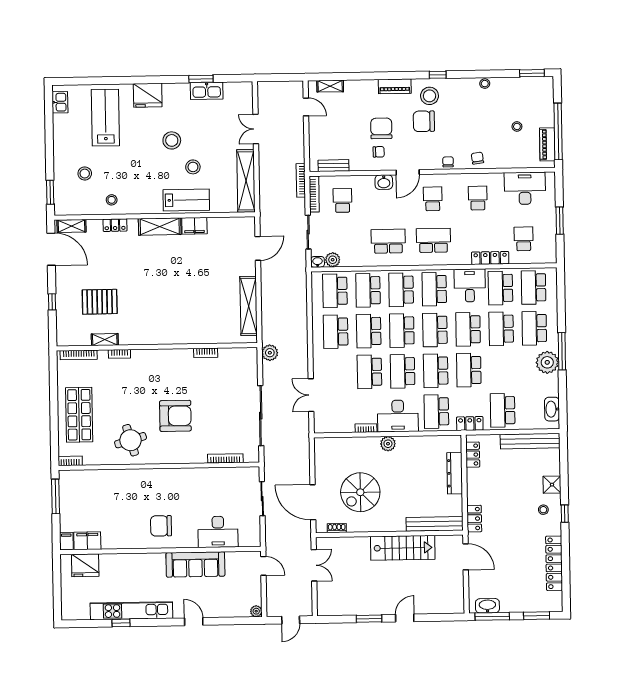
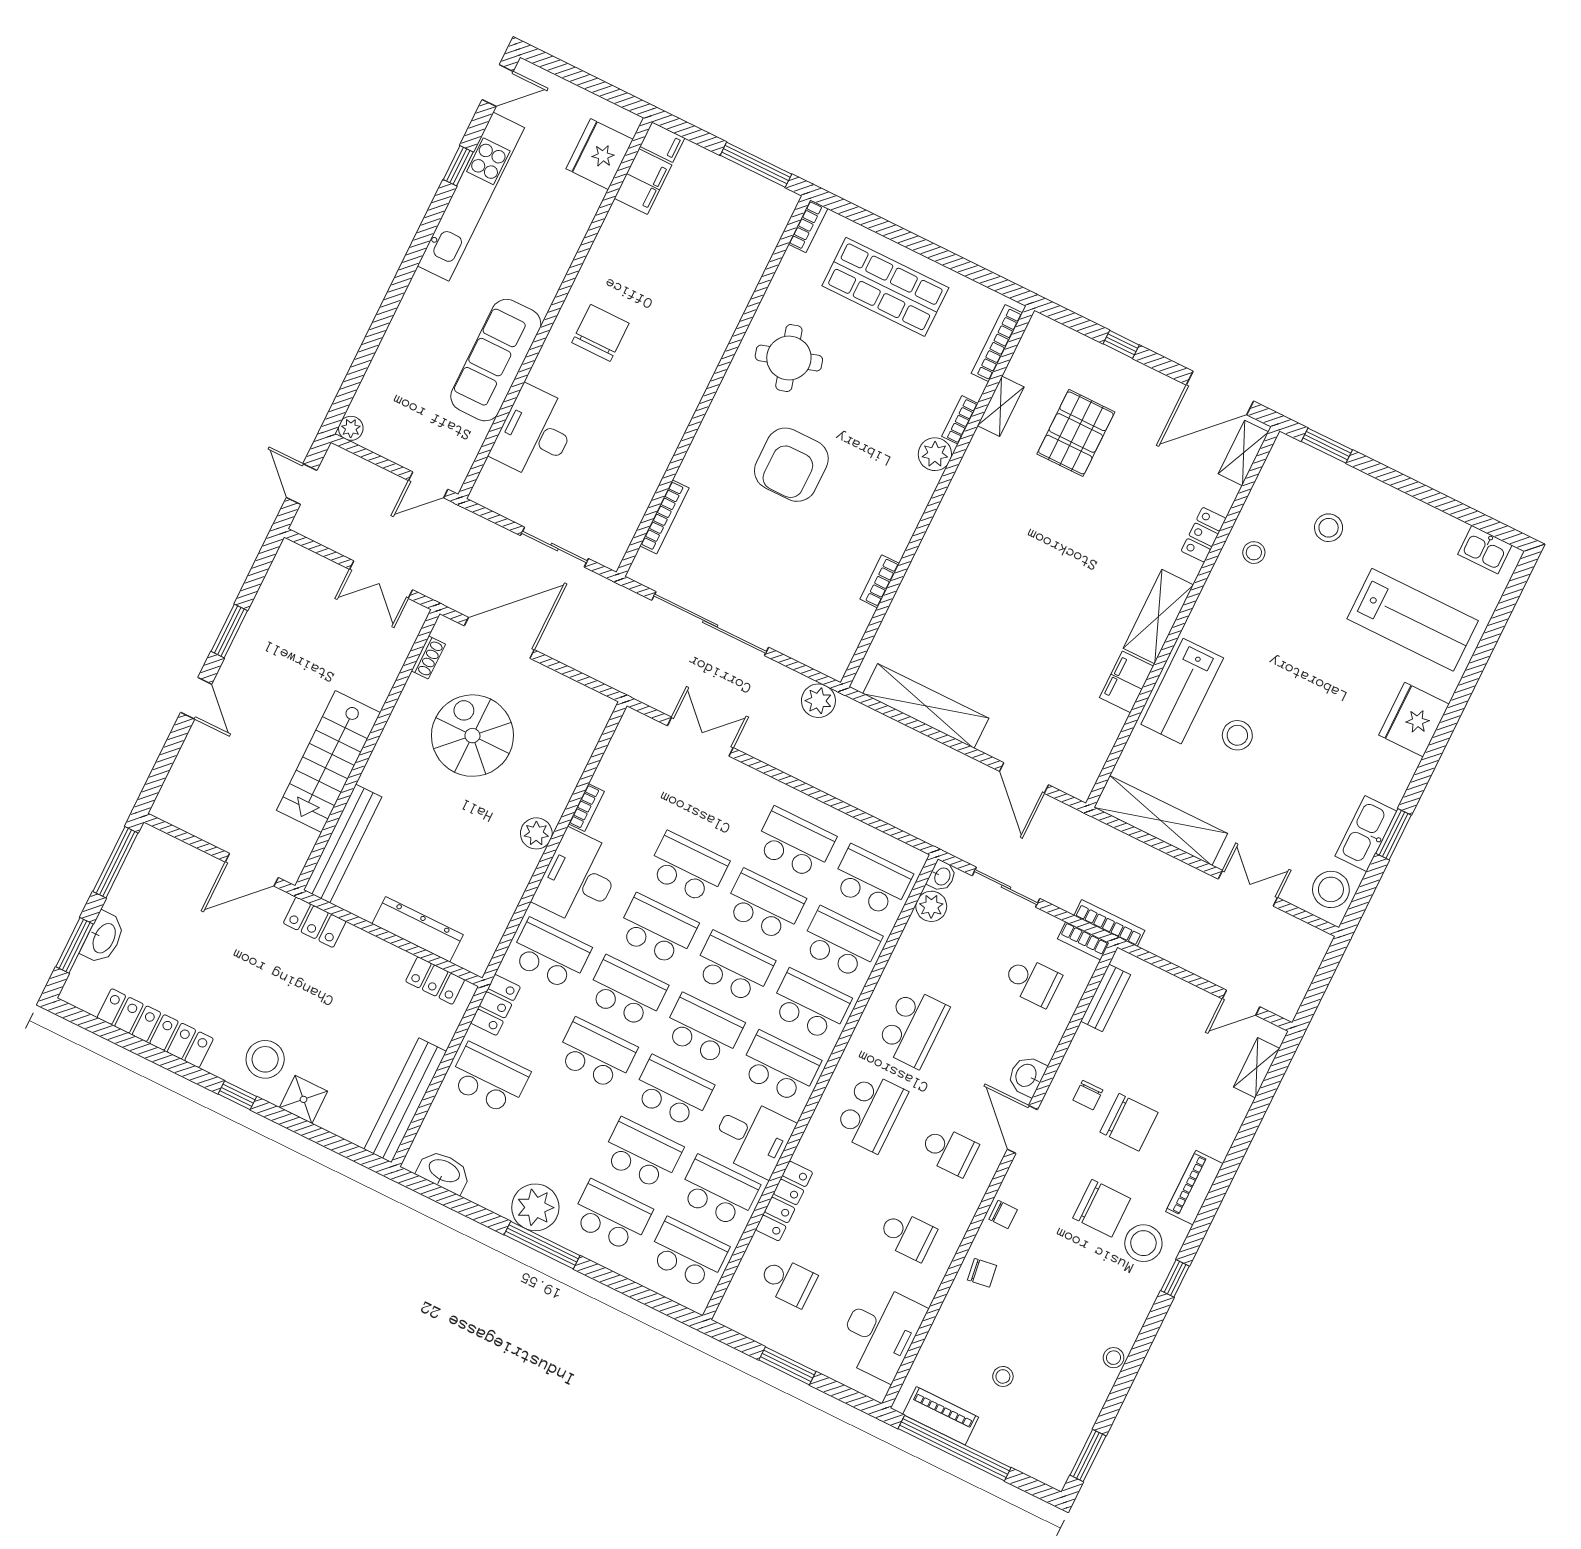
chair: (424, 121) -> (1102, 1208), turned 90
stool: (172, 140) -> (1331, 889), moved
bookcase: (314, 194) -> (1083, 941), width x0.64
plant: (139, 357) -> (935, 454), added
stool: (543, 510) -> (265, 1059), width x1.89, depth x1.89
washbasin: (487, 606) -> (103, 938), moved
door: (194, 622) -> (498, 85), moved

